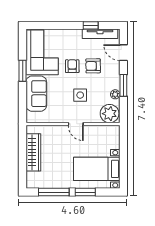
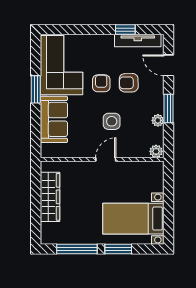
plant: (110, 114) -> (156, 151), width x0.53, depth x0.53
door: (76, 124) -> (106, 159), swing flipped

